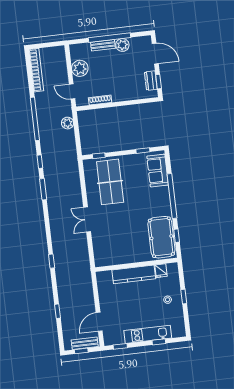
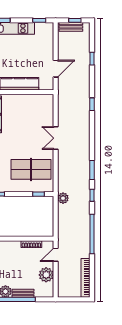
door: (72, 92) -> (56, 255), swing flipped
plant: (68, 123) -> (63, 198), moved
table tennis table: (110, 182) -> (31, 169), turned 90
double door: (87, 220) -> (56, 138), swing flipped
door: (99, 322) -> (56, 69), moved

